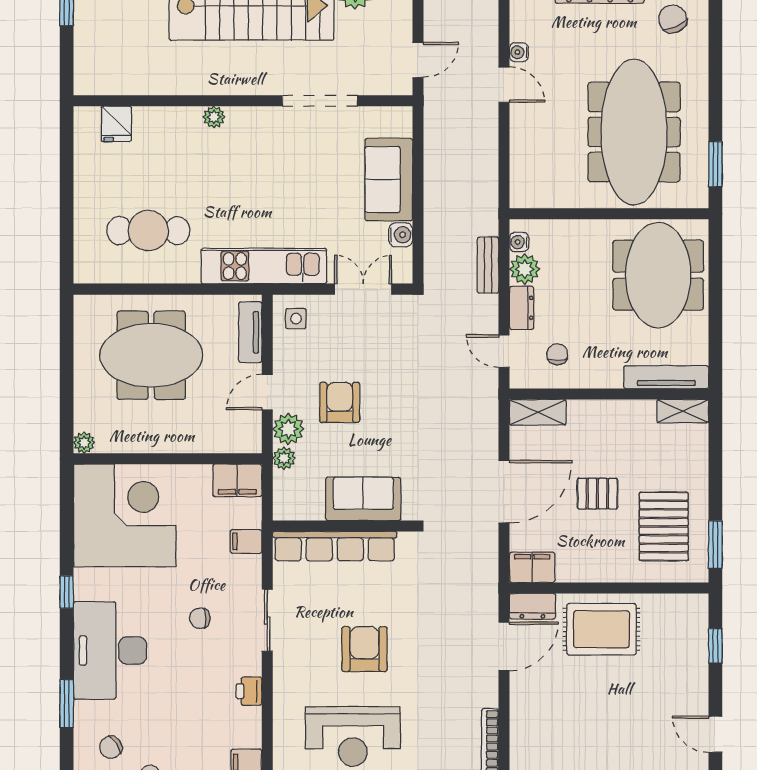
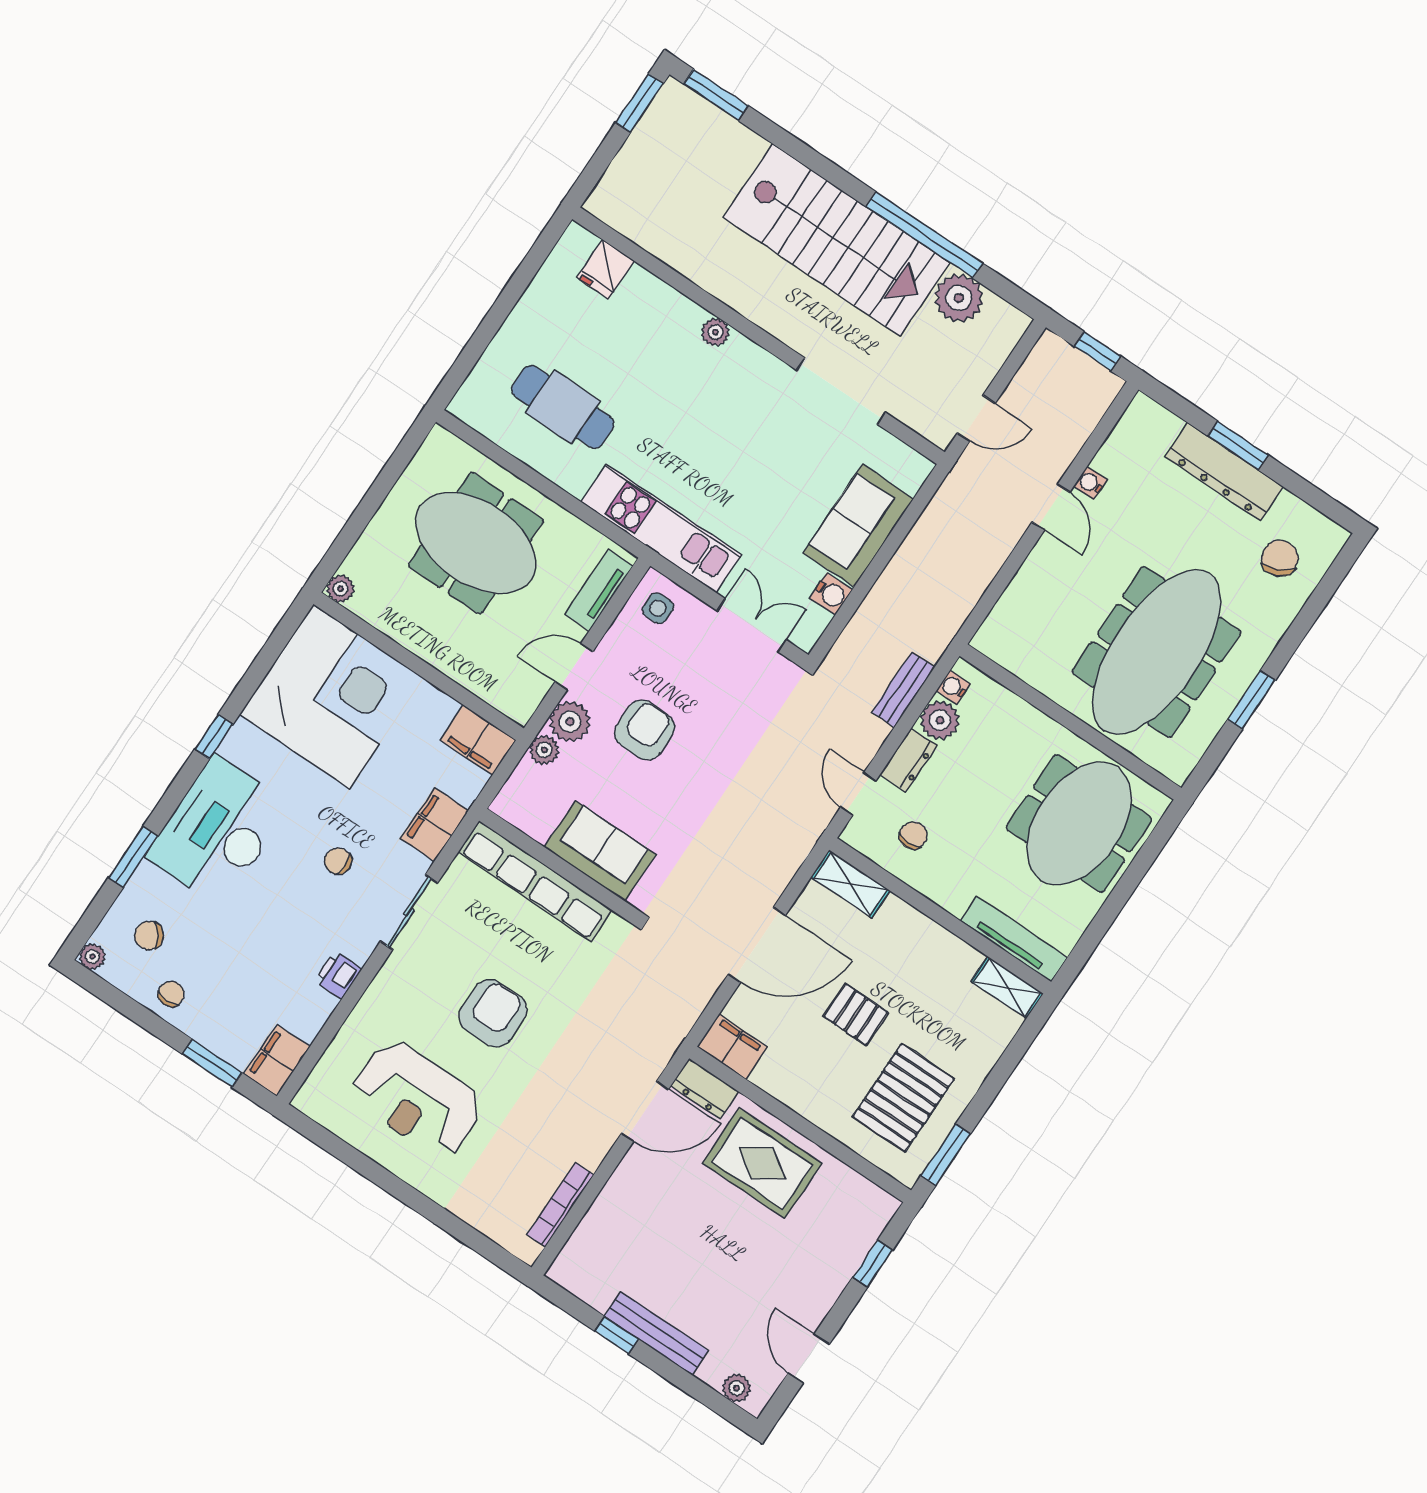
window: (715, 164) -> (1251, 700), moved
filing cabinet: (246, 541) -> (435, 825), width x2.00

